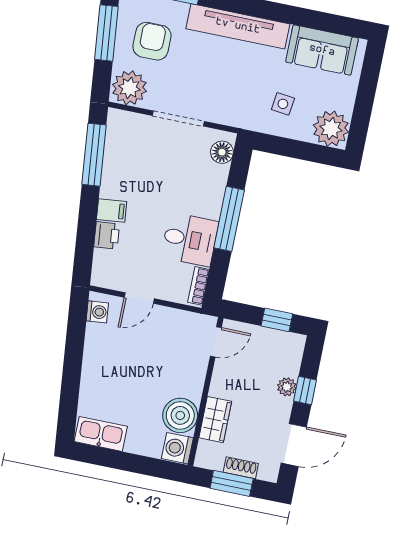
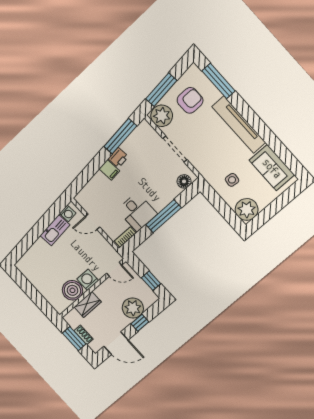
window: (106, 33) -> (161, 90), moved
printer: (107, 235) -> (118, 158), moved
plant: (287, 387) -> (133, 308), width x1.87, depth x1.87
kitchen sink: (101, 434) -> (55, 230), moved, turned 84
washing machine: (177, 448) -> (88, 280), moved

